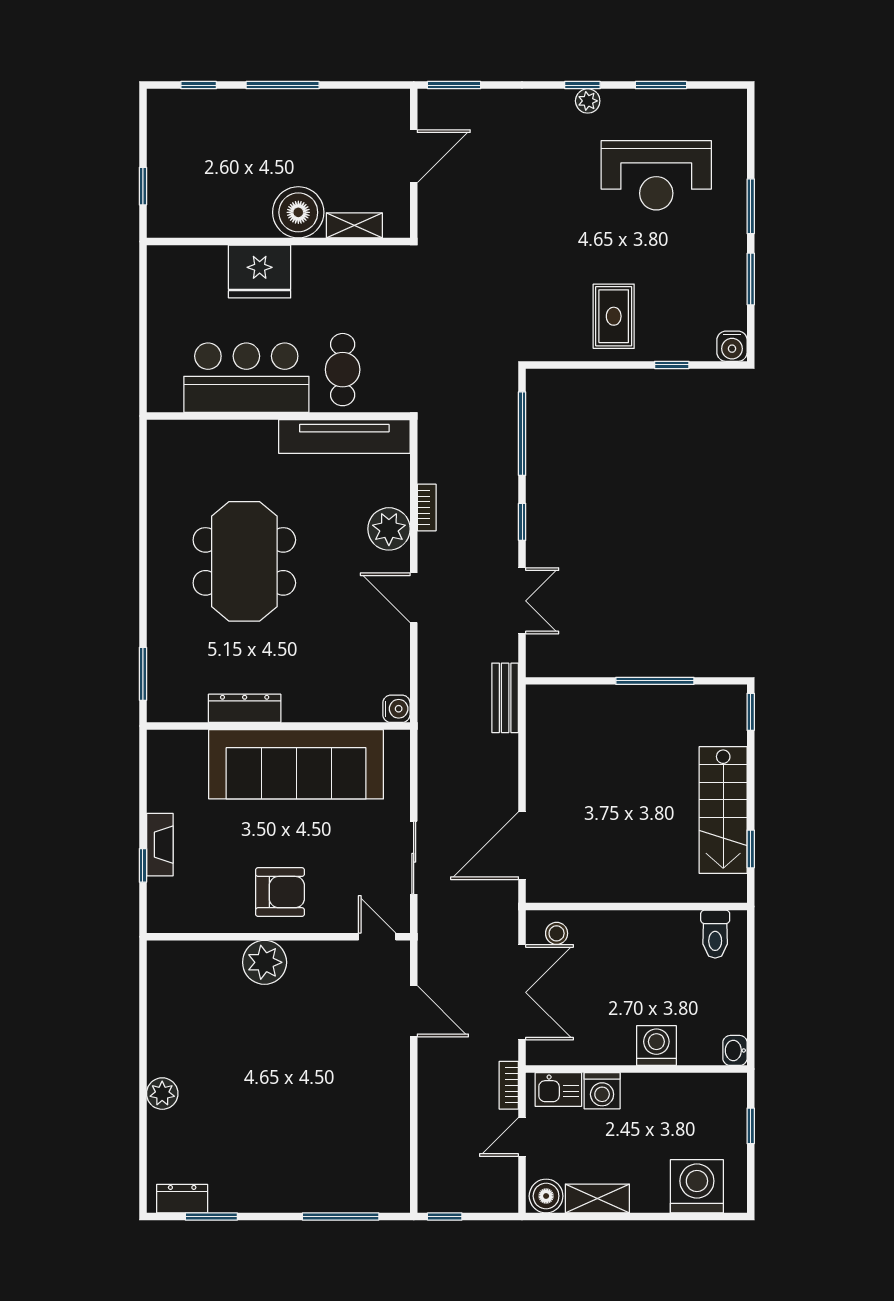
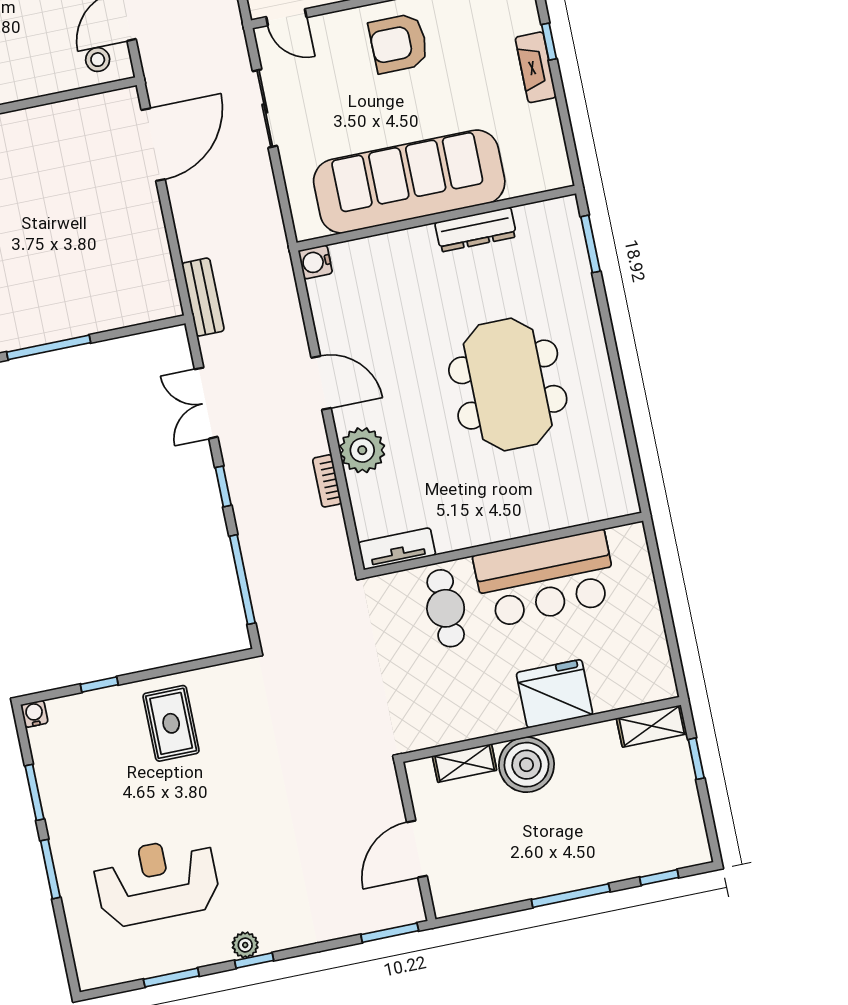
shelving: (177, 224) -> (652, 726), added
water cooler: (732, 346) -> (34, 714), width x0.72, depth x0.72
tv unit: (344, 437) -> (397, 549), width x0.52, depth x0.78

